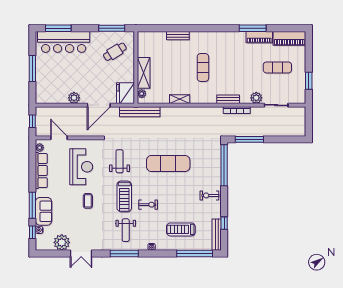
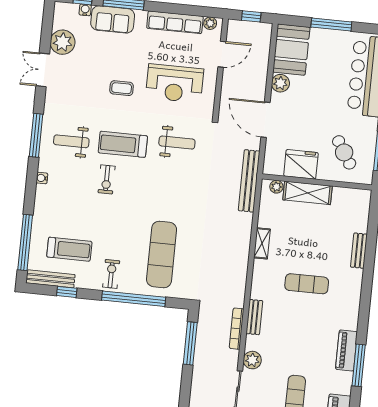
piano: (259, 37) -> (346, 350), moved
booth: (51, 93) -> (291, 50), added
fridge: (126, 93) -> (301, 164), moved
exercise mat: (168, 164) -> (162, 254), moved
window: (224, 165) -> (134, 299), moved
treadmill: (181, 229) -> (69, 249), moved, turned 90

